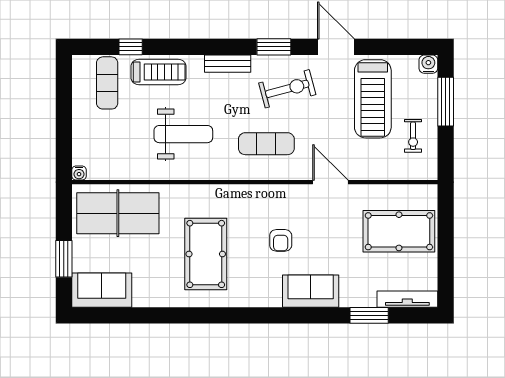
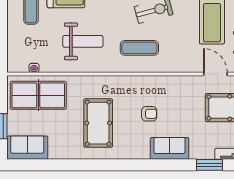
water cooler: (79, 173) -> (34, 68), moved
door: (330, 182) -> (215, 74), moved
armchair: (281, 240) -> (149, 114), turned -90

